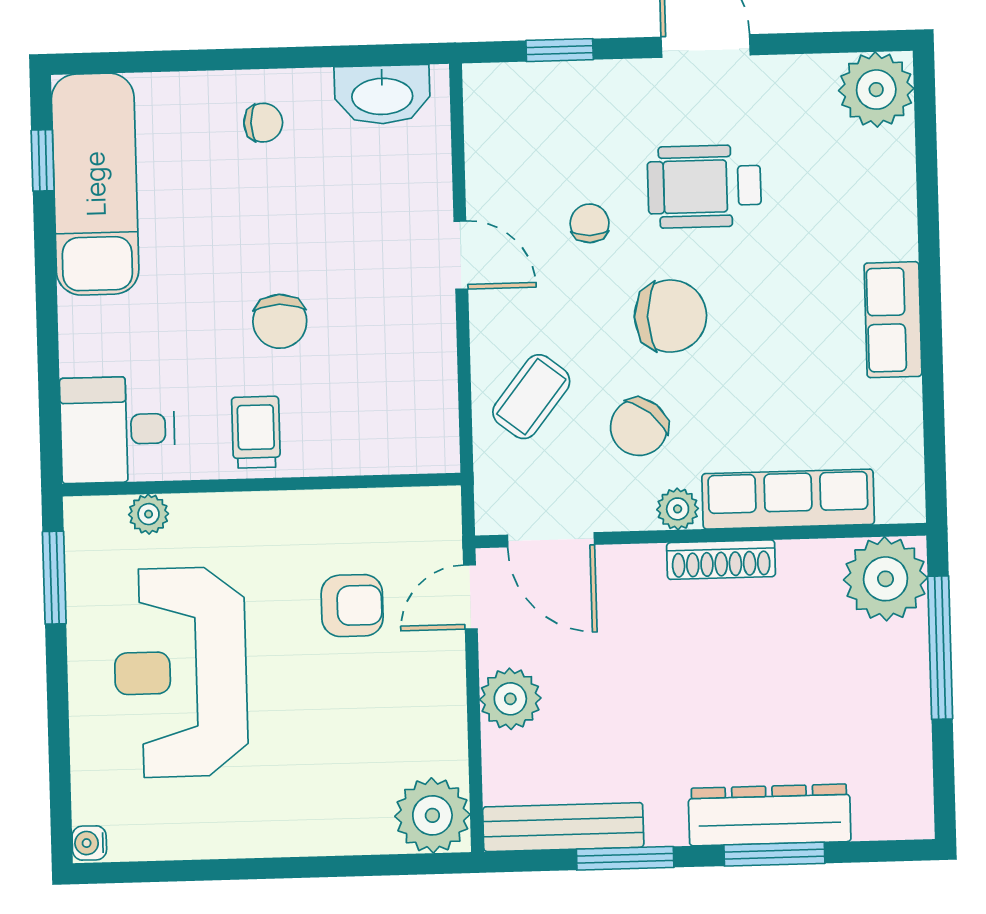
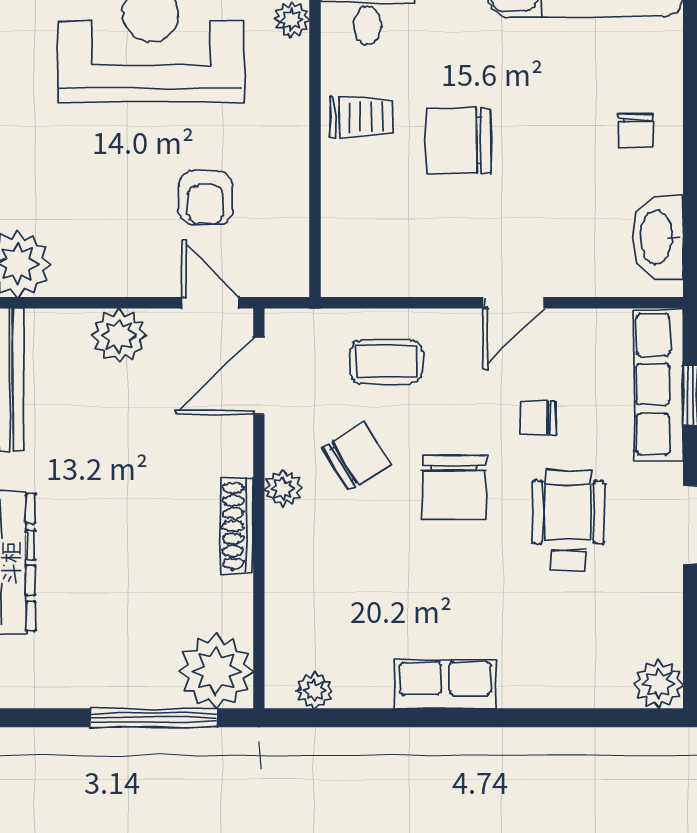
plant: (876, 90) -> (659, 684), width x0.73, depth x0.73
chair: (590, 223) -> (538, 418), turned 180
chair: (280, 321) -> (459, 141), width x1.37, depth x1.37
coffee table: (531, 397) -> (386, 362), turned -38
chair: (639, 427) -> (356, 456), turned 109
plant: (904, 467) -> (314, 690), added
row of seats: (788, 499) -> (659, 384), moved, turned 180

